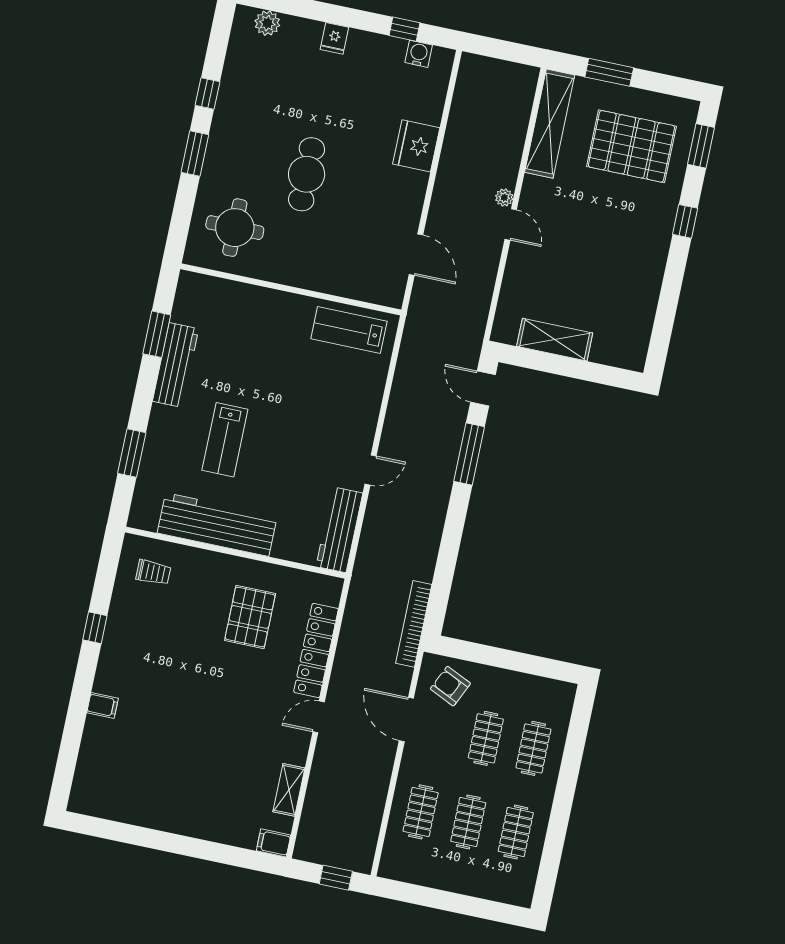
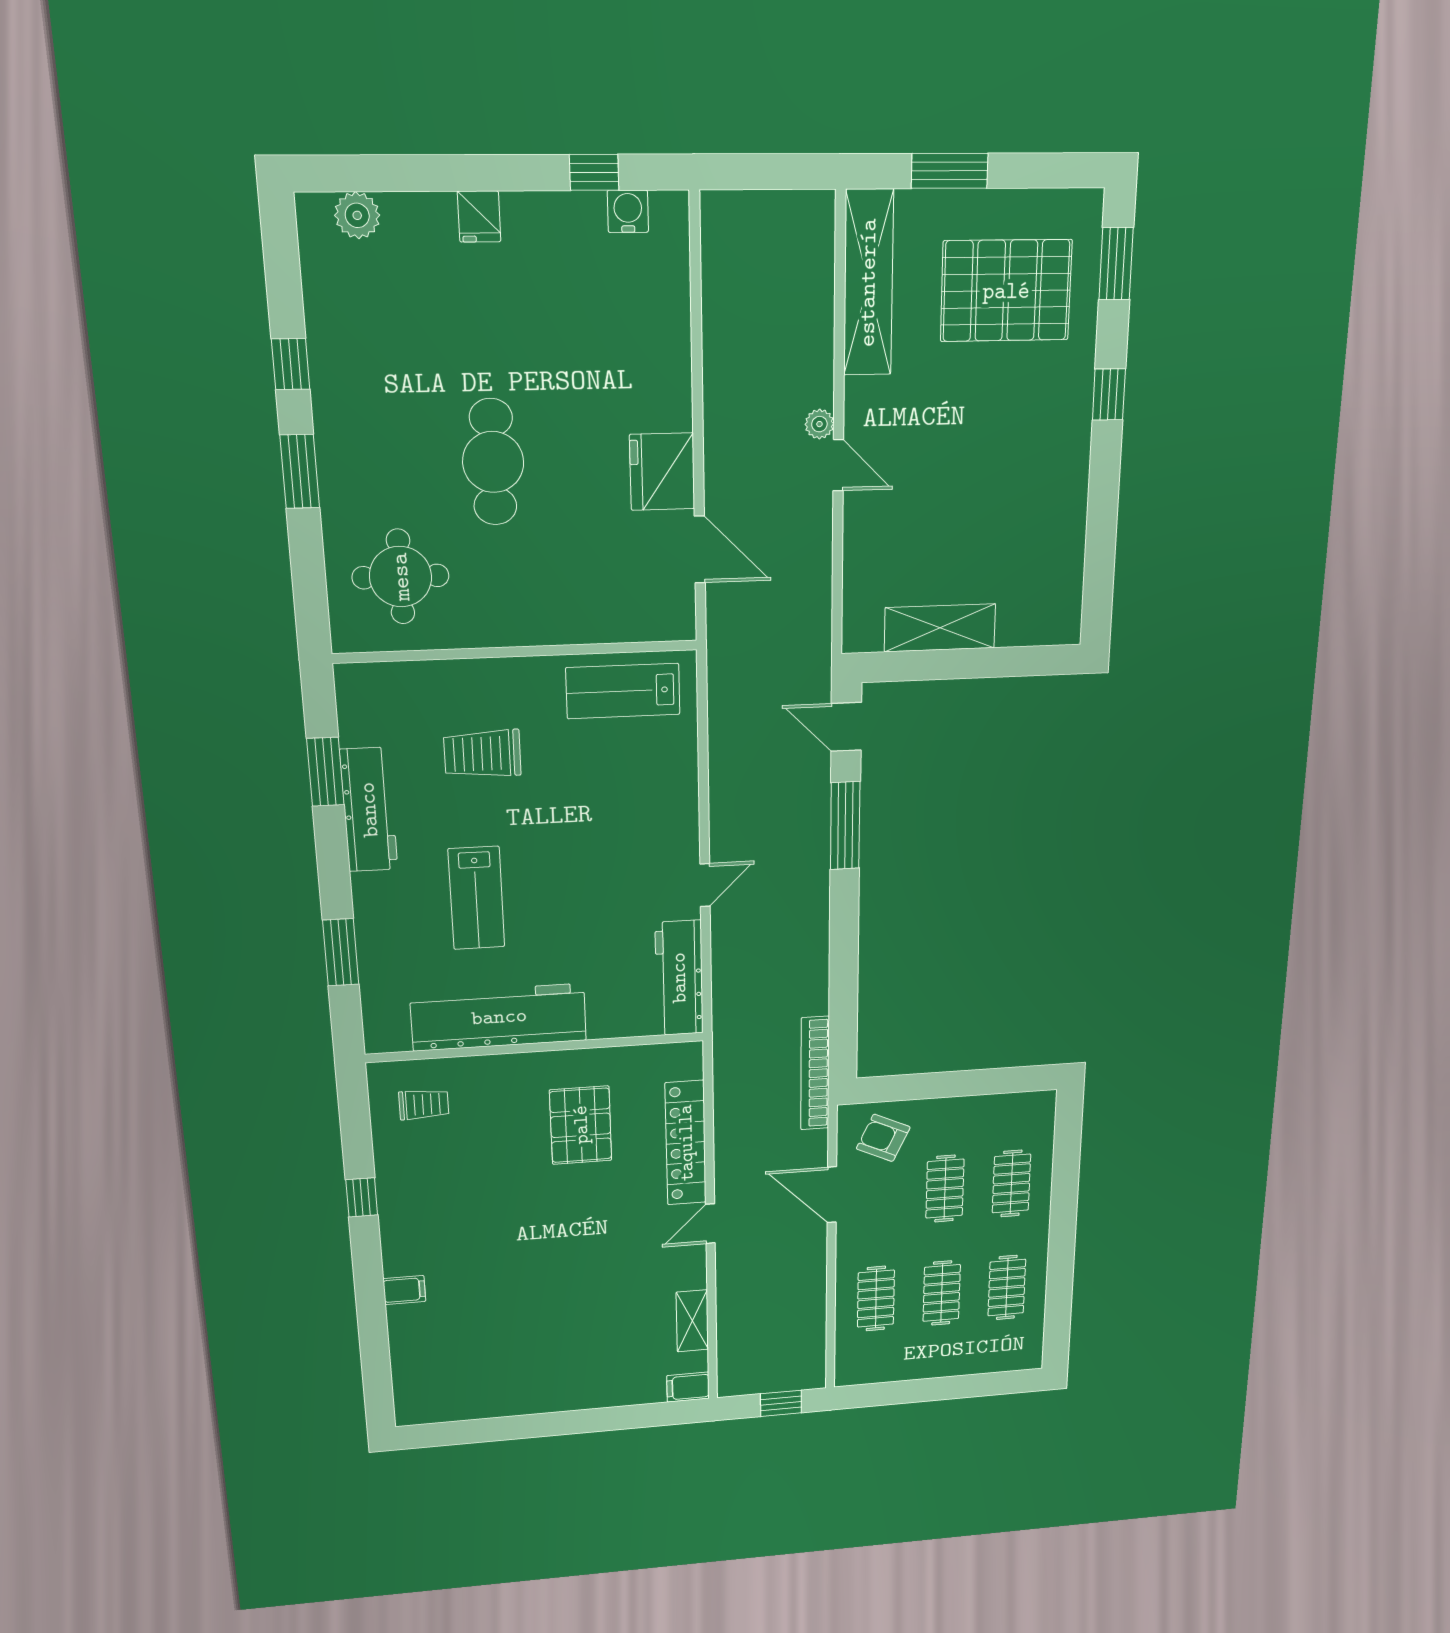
fridge: (416, 146) -> (662, 472), moved
trolley: (254, 347) -> (482, 754), added

